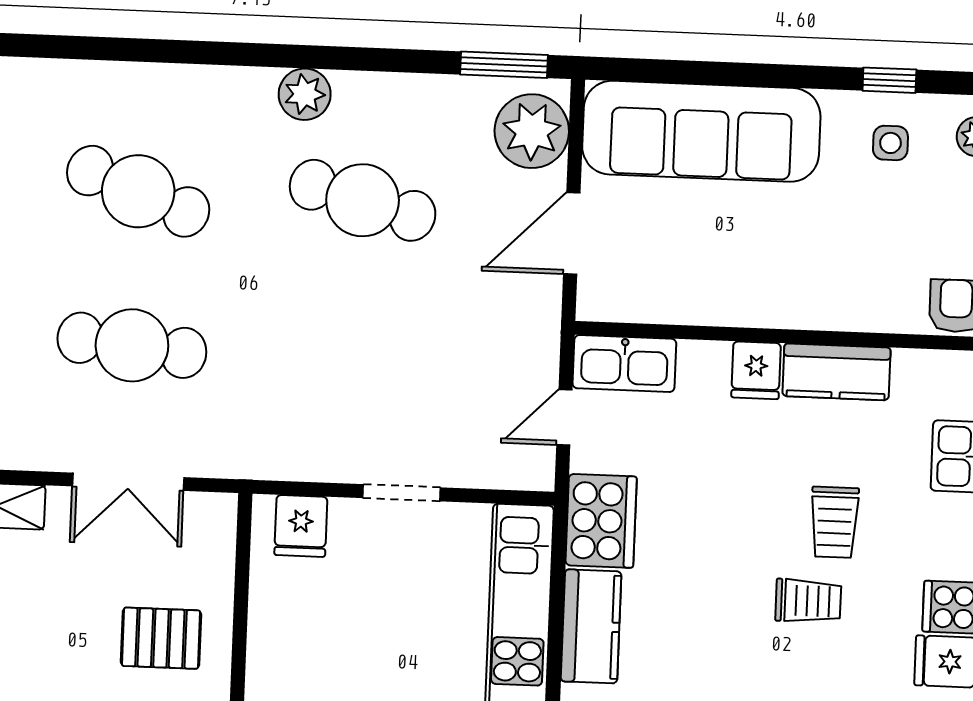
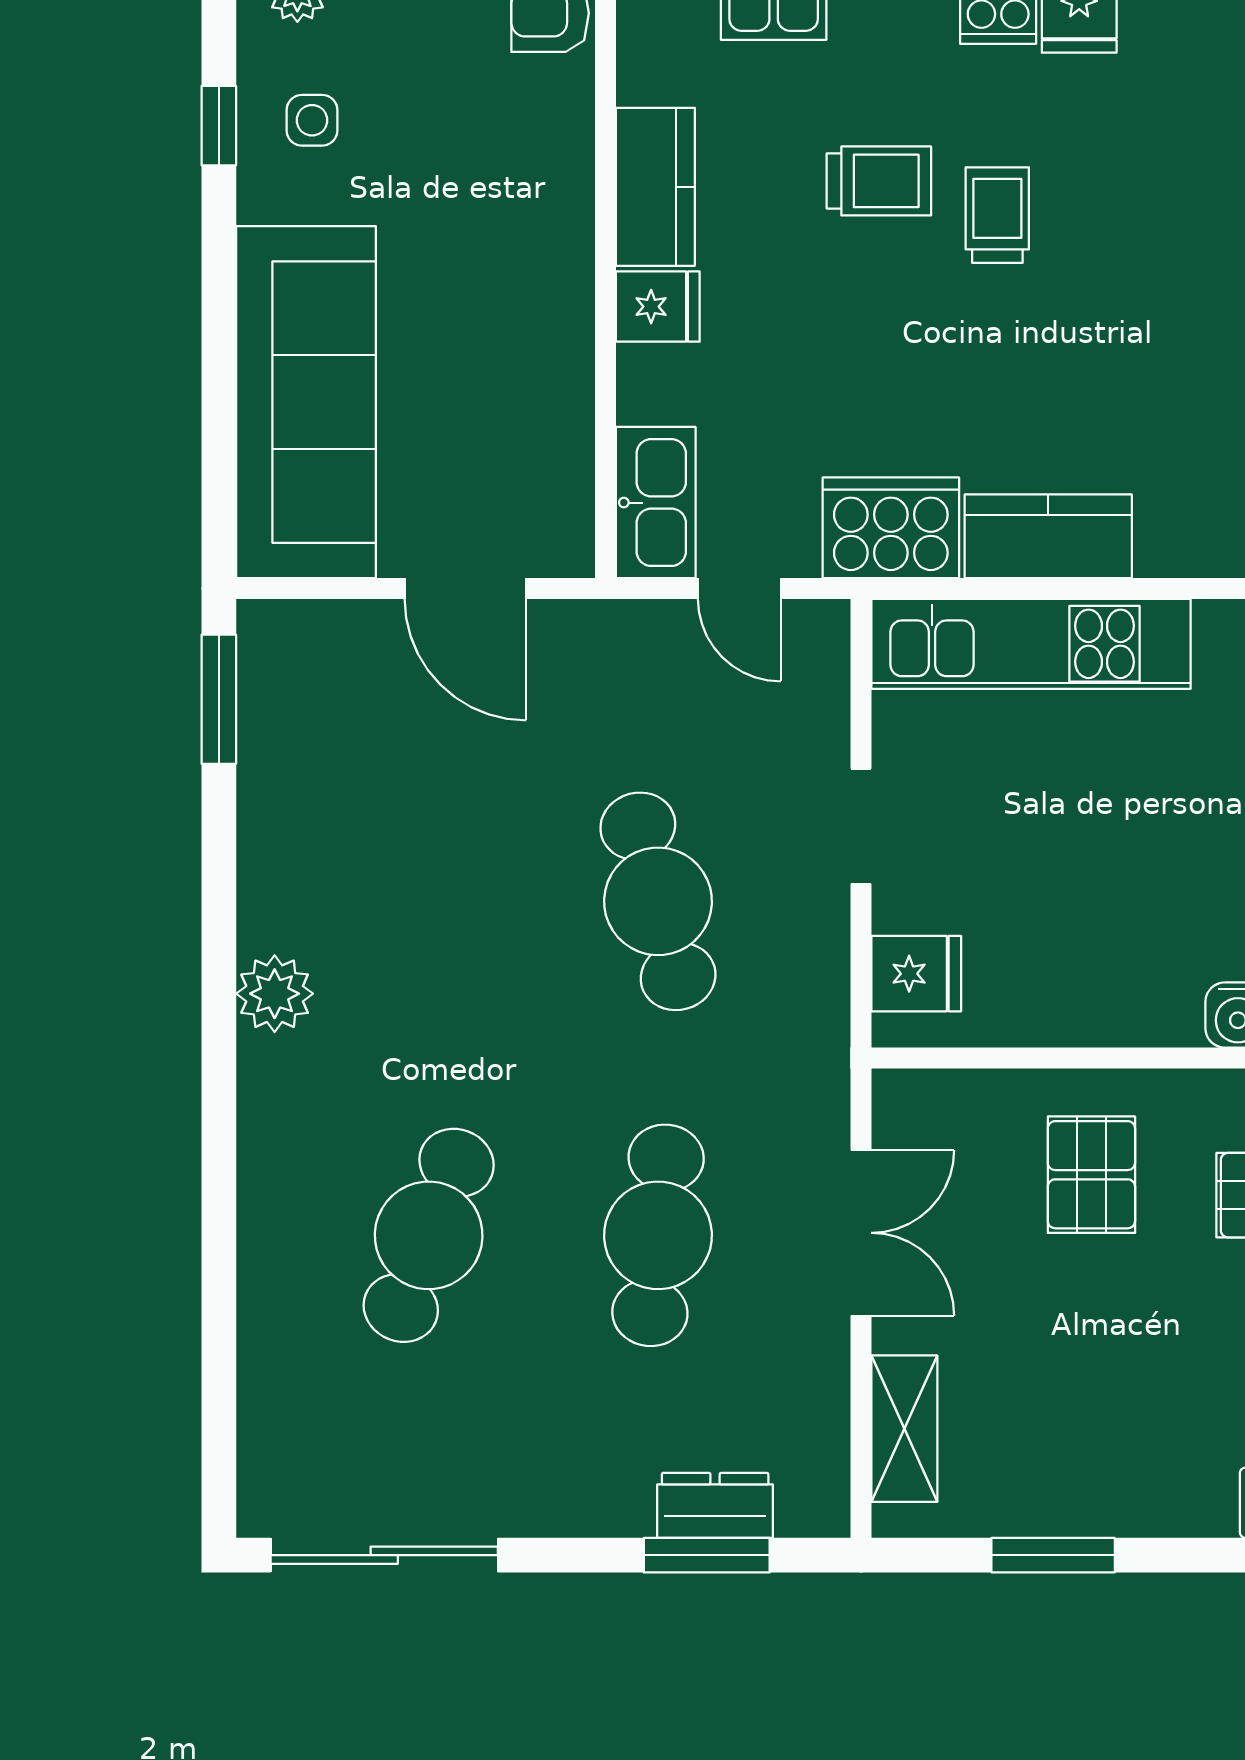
plant: (532, 131) -> (316, 654), removed
cafe table: (363, 200) -> (658, 901), moved, turned -30

